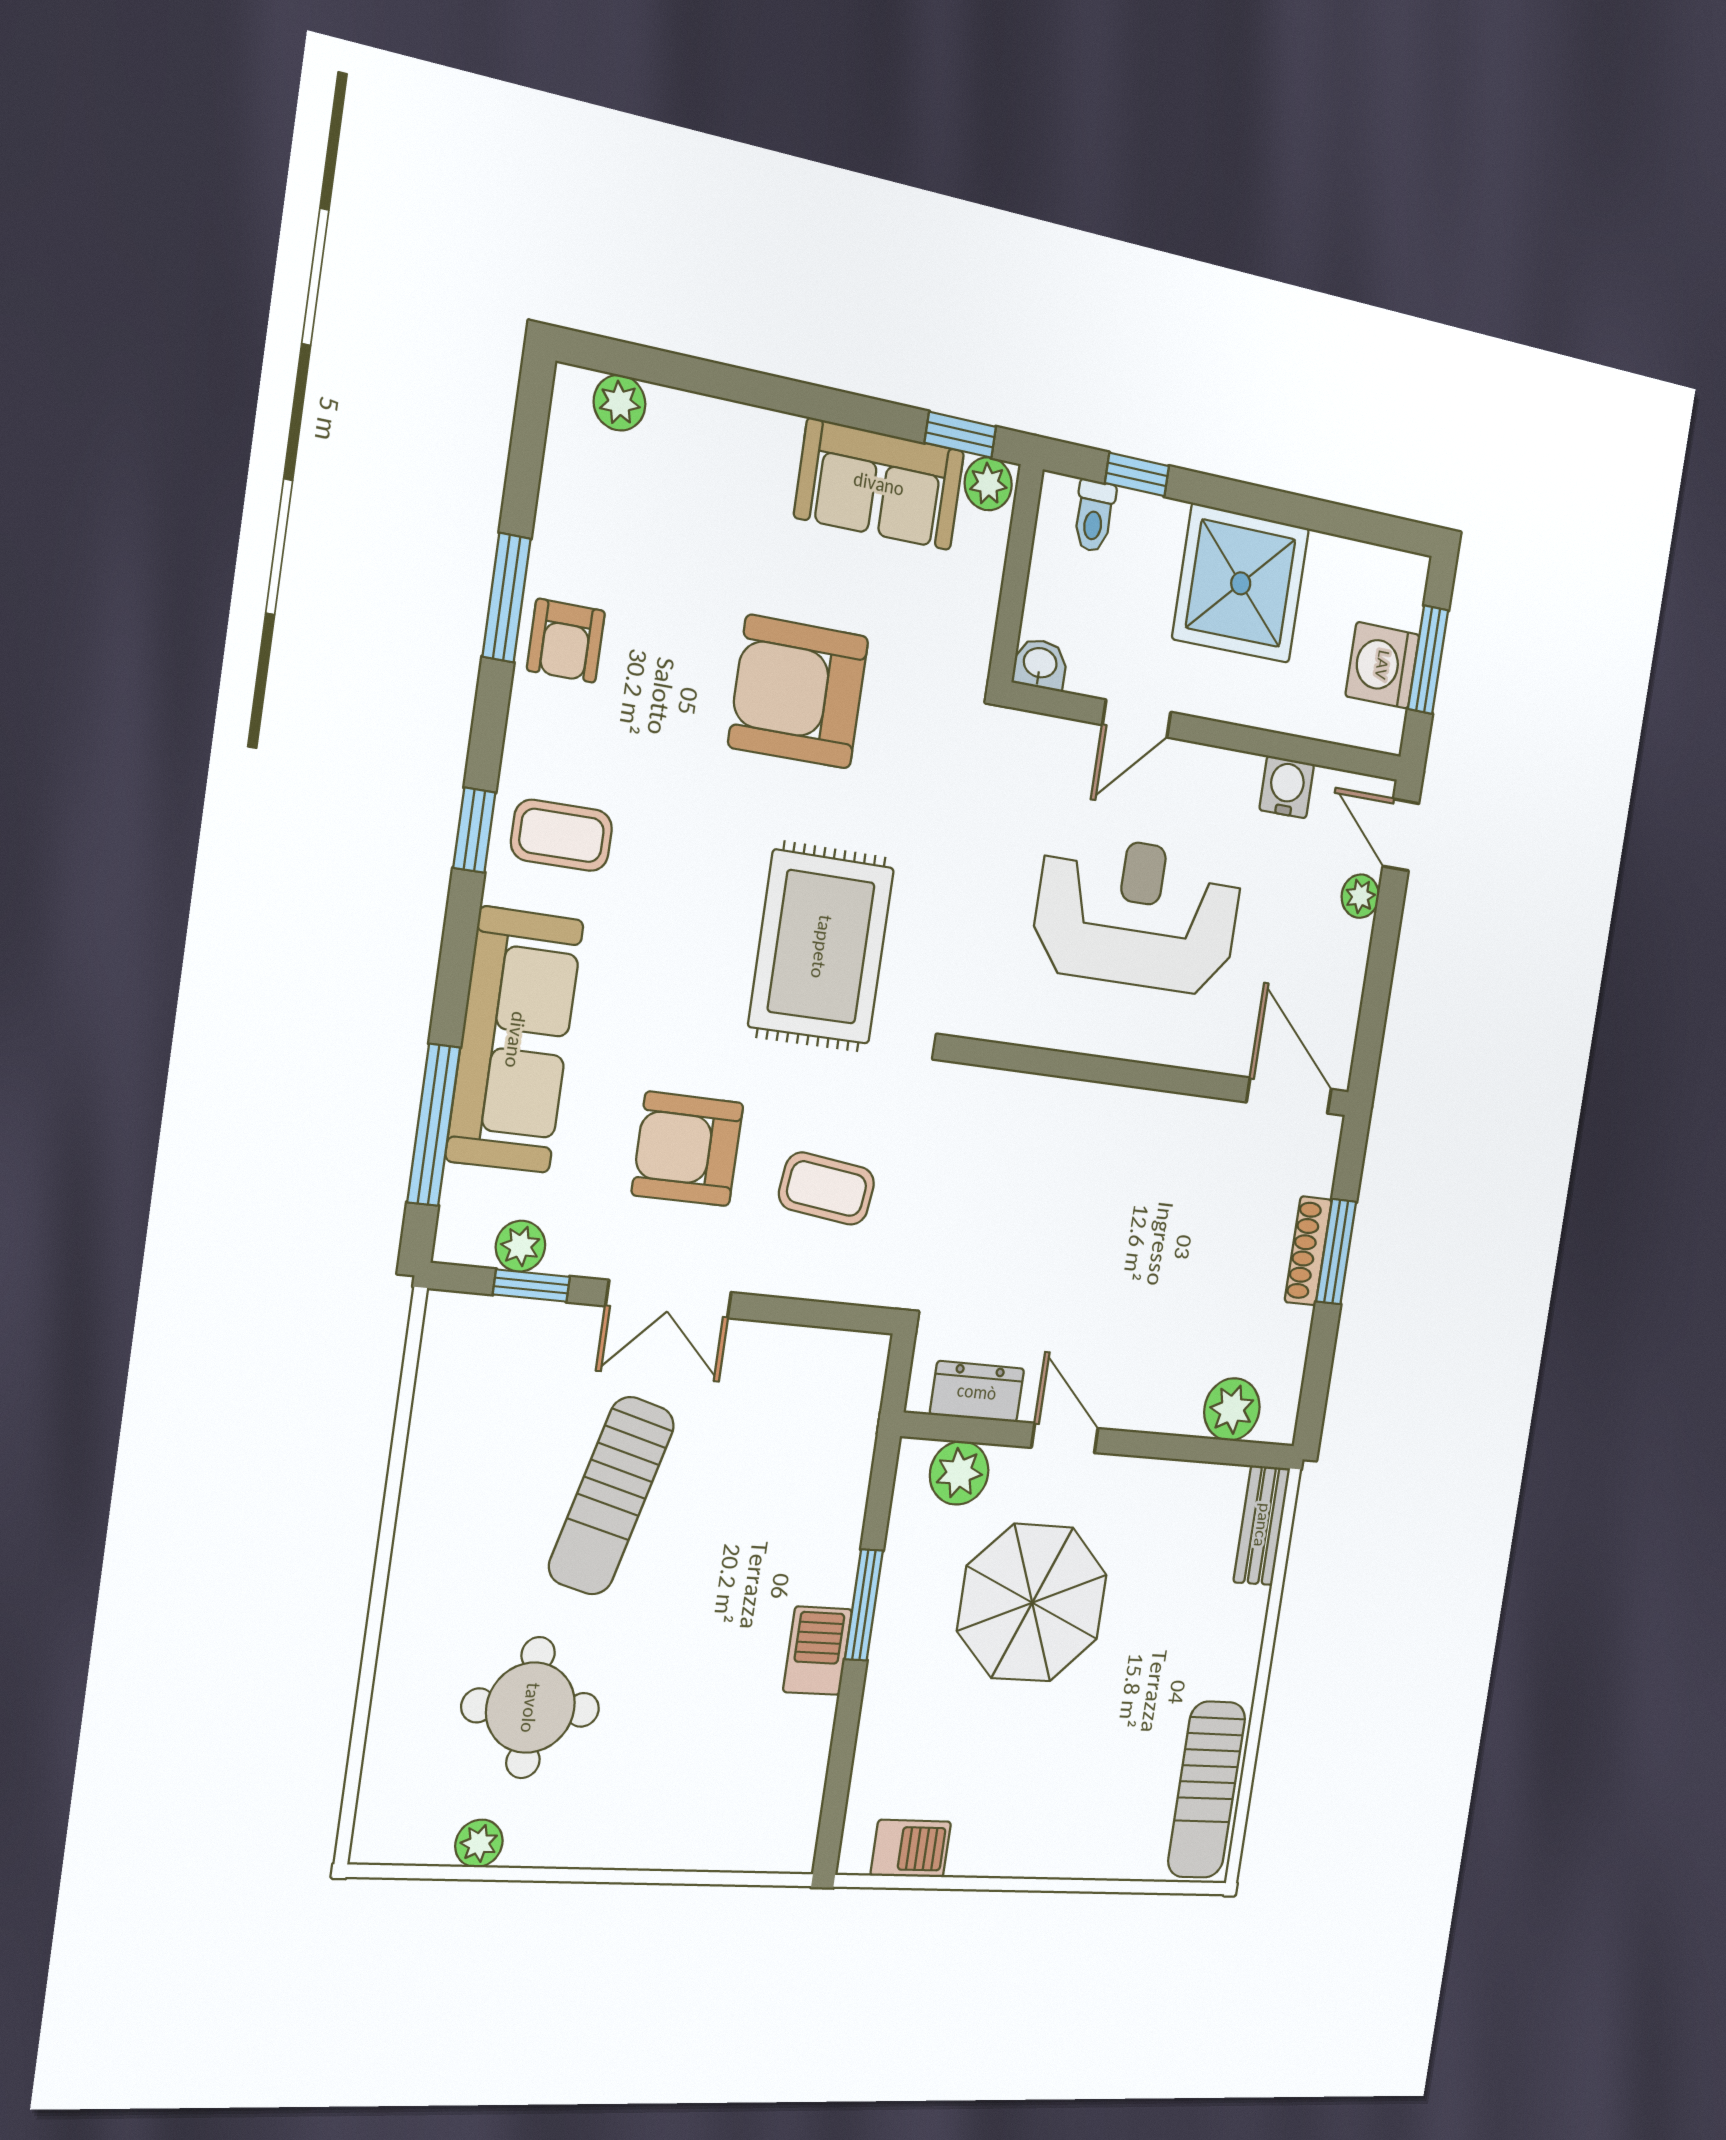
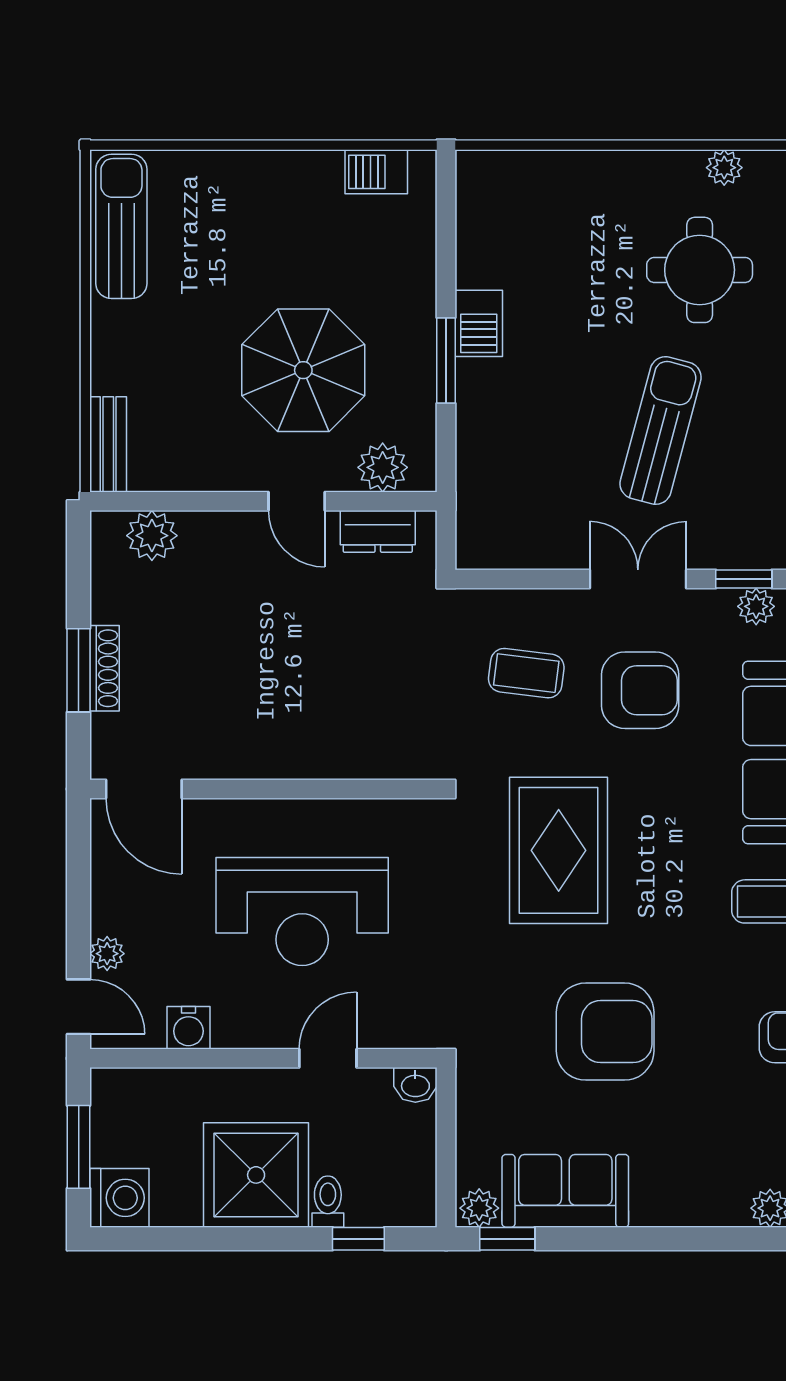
toilet: (1094, 516) -> (328, 1202), moved
washing machine: (1382, 665) -> (119, 1198), moved

